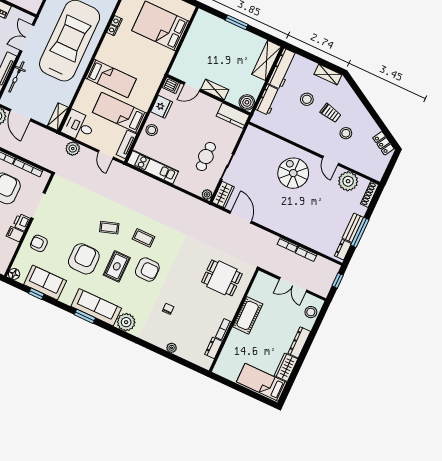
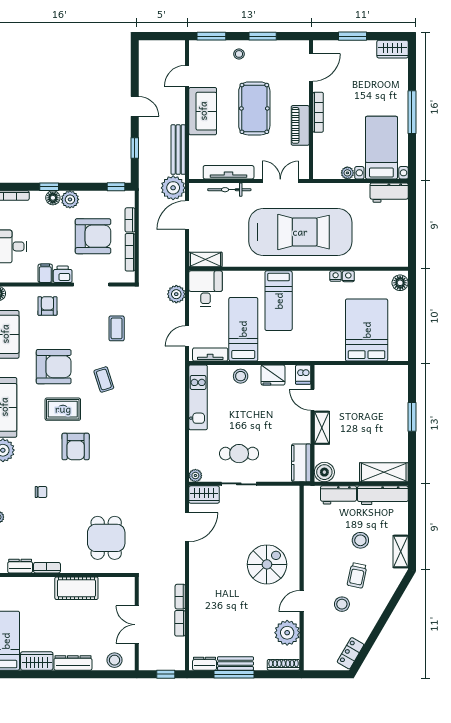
coffee table: (144, 238) -> (117, 328), moved

